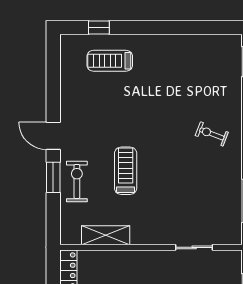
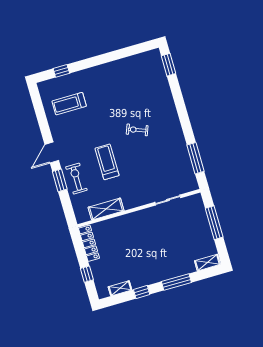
treadmill: (110, 61) -> (69, 104), moved
exercise bike: (212, 134) -> (137, 130), moved
door: (53, 136) -> (52, 153), hinge flipped

